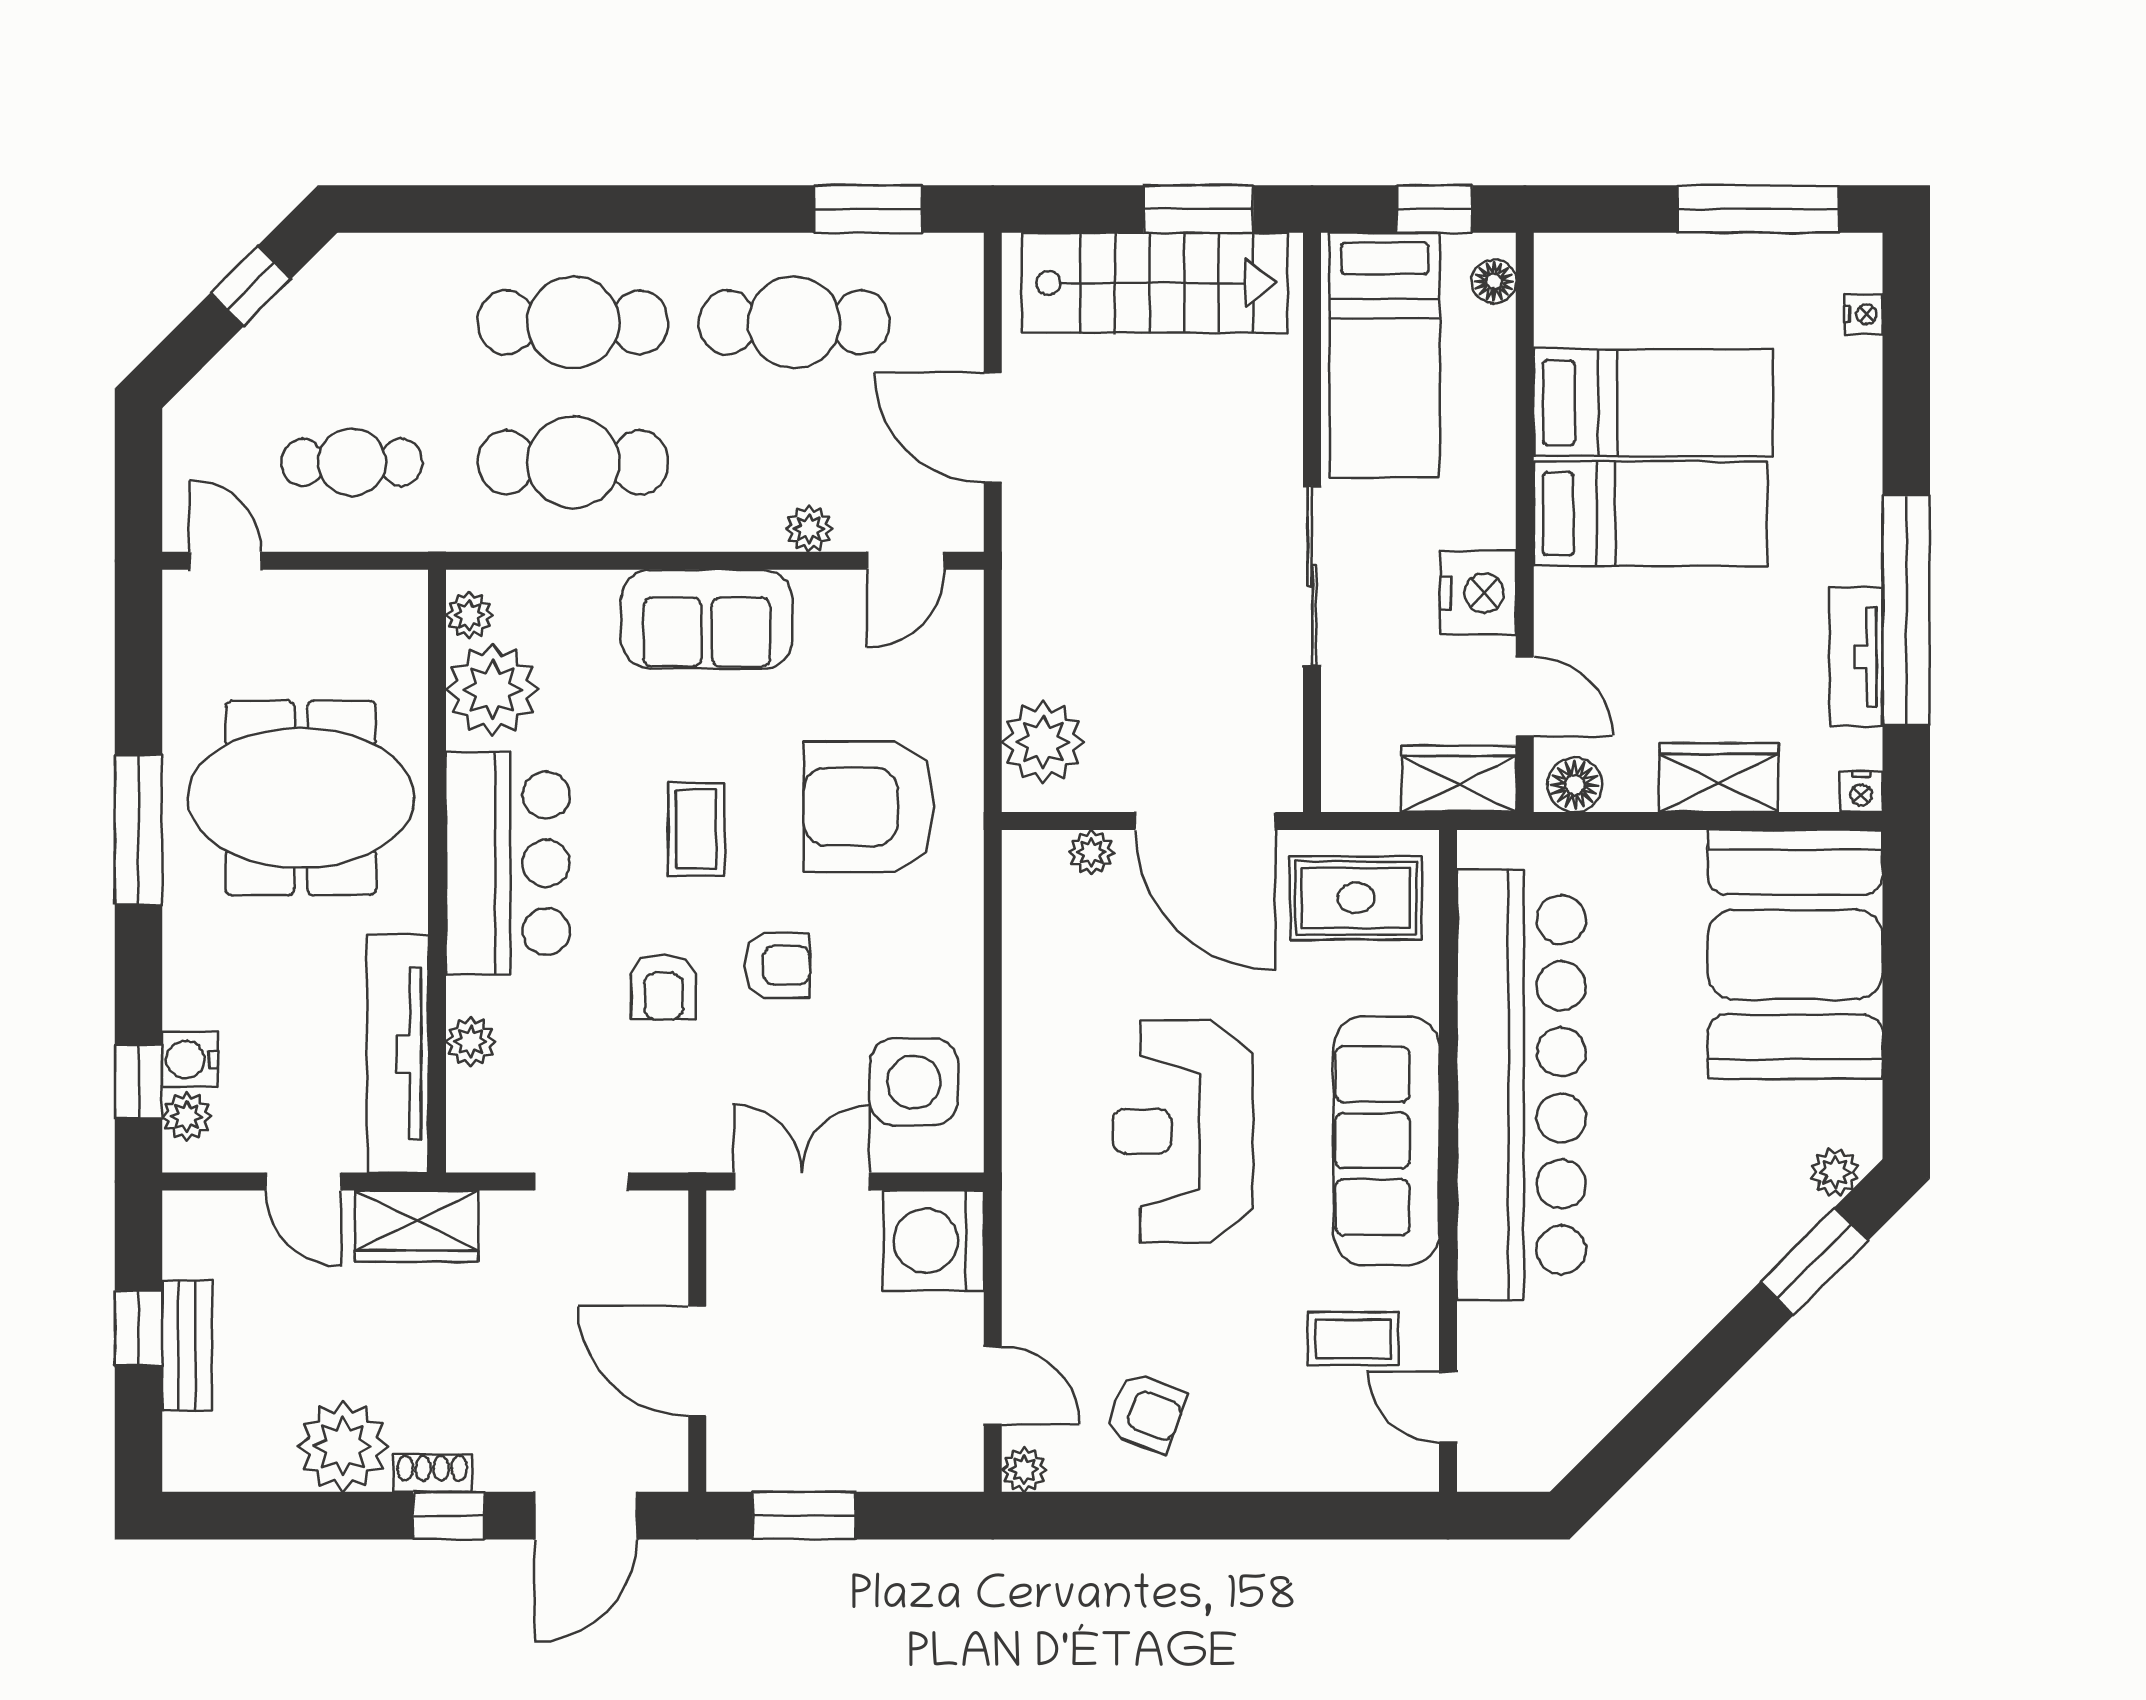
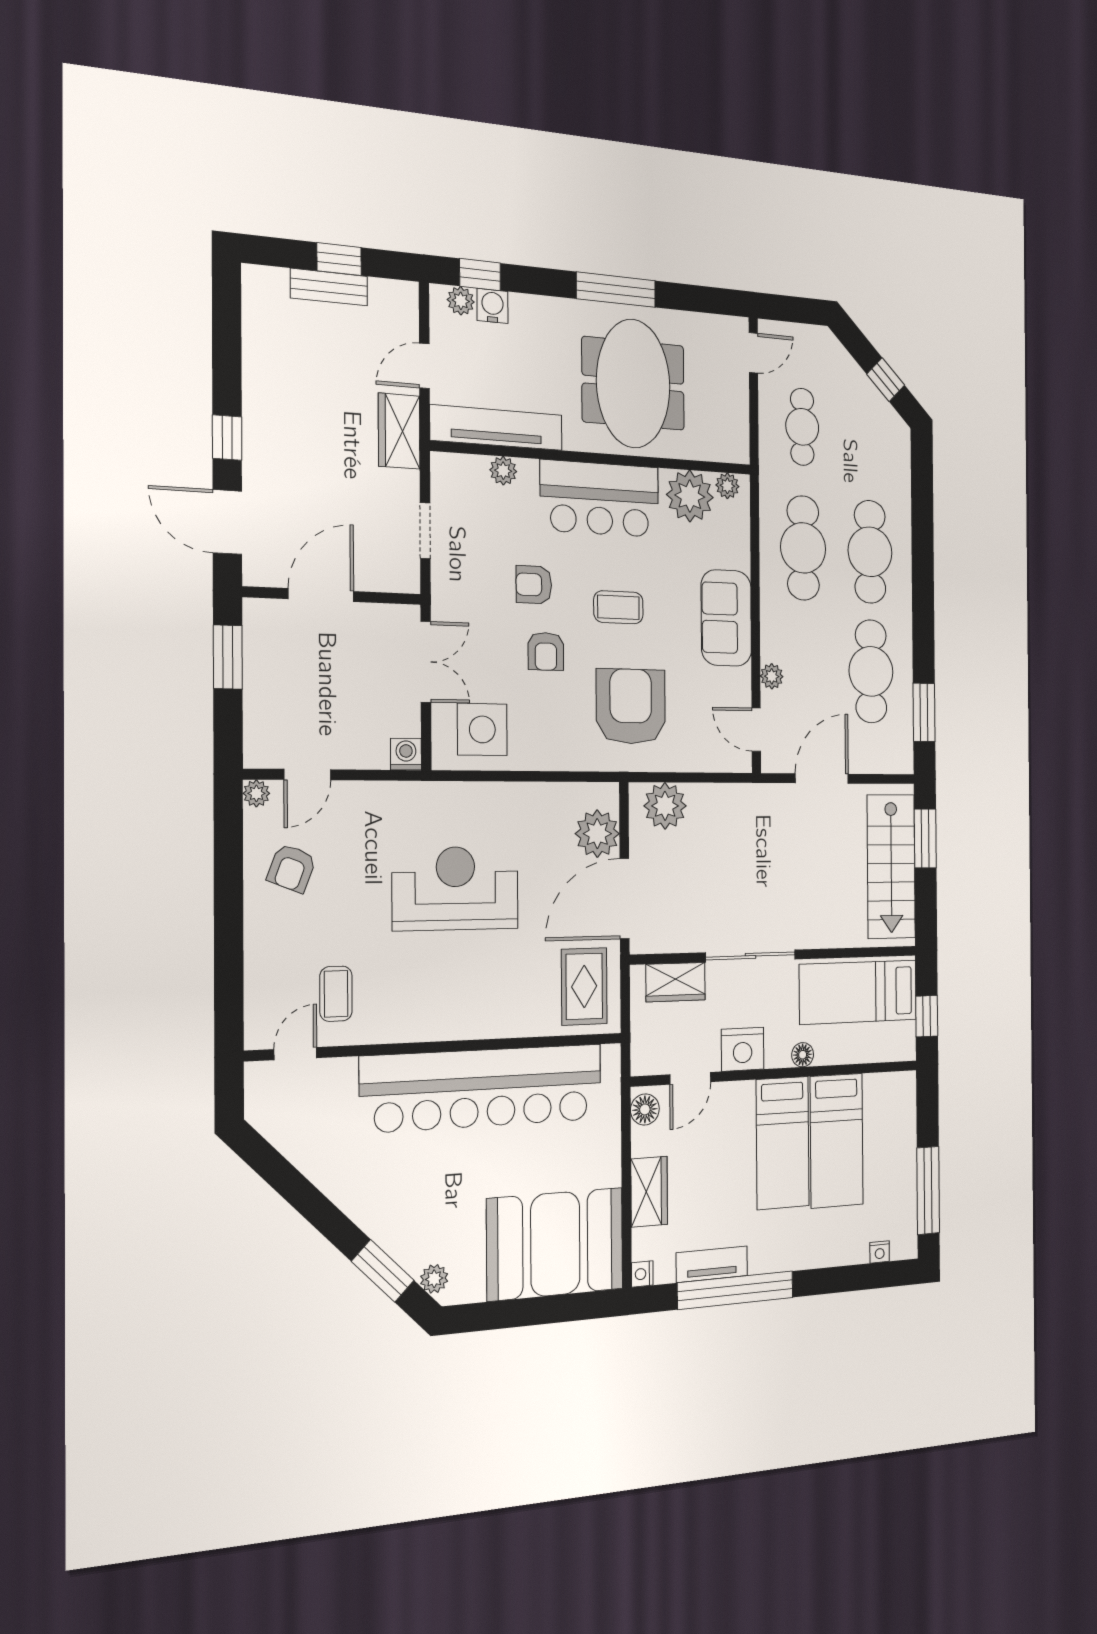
window: (1198, 209) -> (925, 838), moved
floor lamp: (1494, 281) -> (803, 1055), moved
wardrobe: (1459, 779) -> (676, 982), moved, turned 90
plant: (1092, 852) -> (597, 834), width x1.88, depth x1.88
sofa: (1386, 1141) -> (451, 1009), removed
washing machine: (934, 1241) -> (406, 754), width x0.53, depth x0.53
plant: (343, 1446) -> (269, 376), removed
shoe rack: (432, 1473) -> (253, 429), removed

